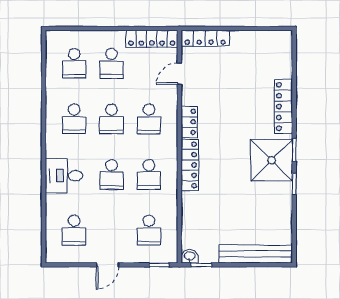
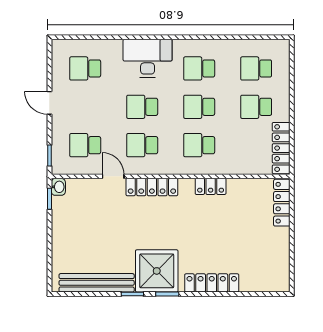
door: (179, 74) -> (113, 176), moved
locker: (189, 122) -> (211, 186), moved
desk: (64, 176) -> (148, 58), width x1.37
bench: (256, 254) -> (97, 283), moved, turned 90

